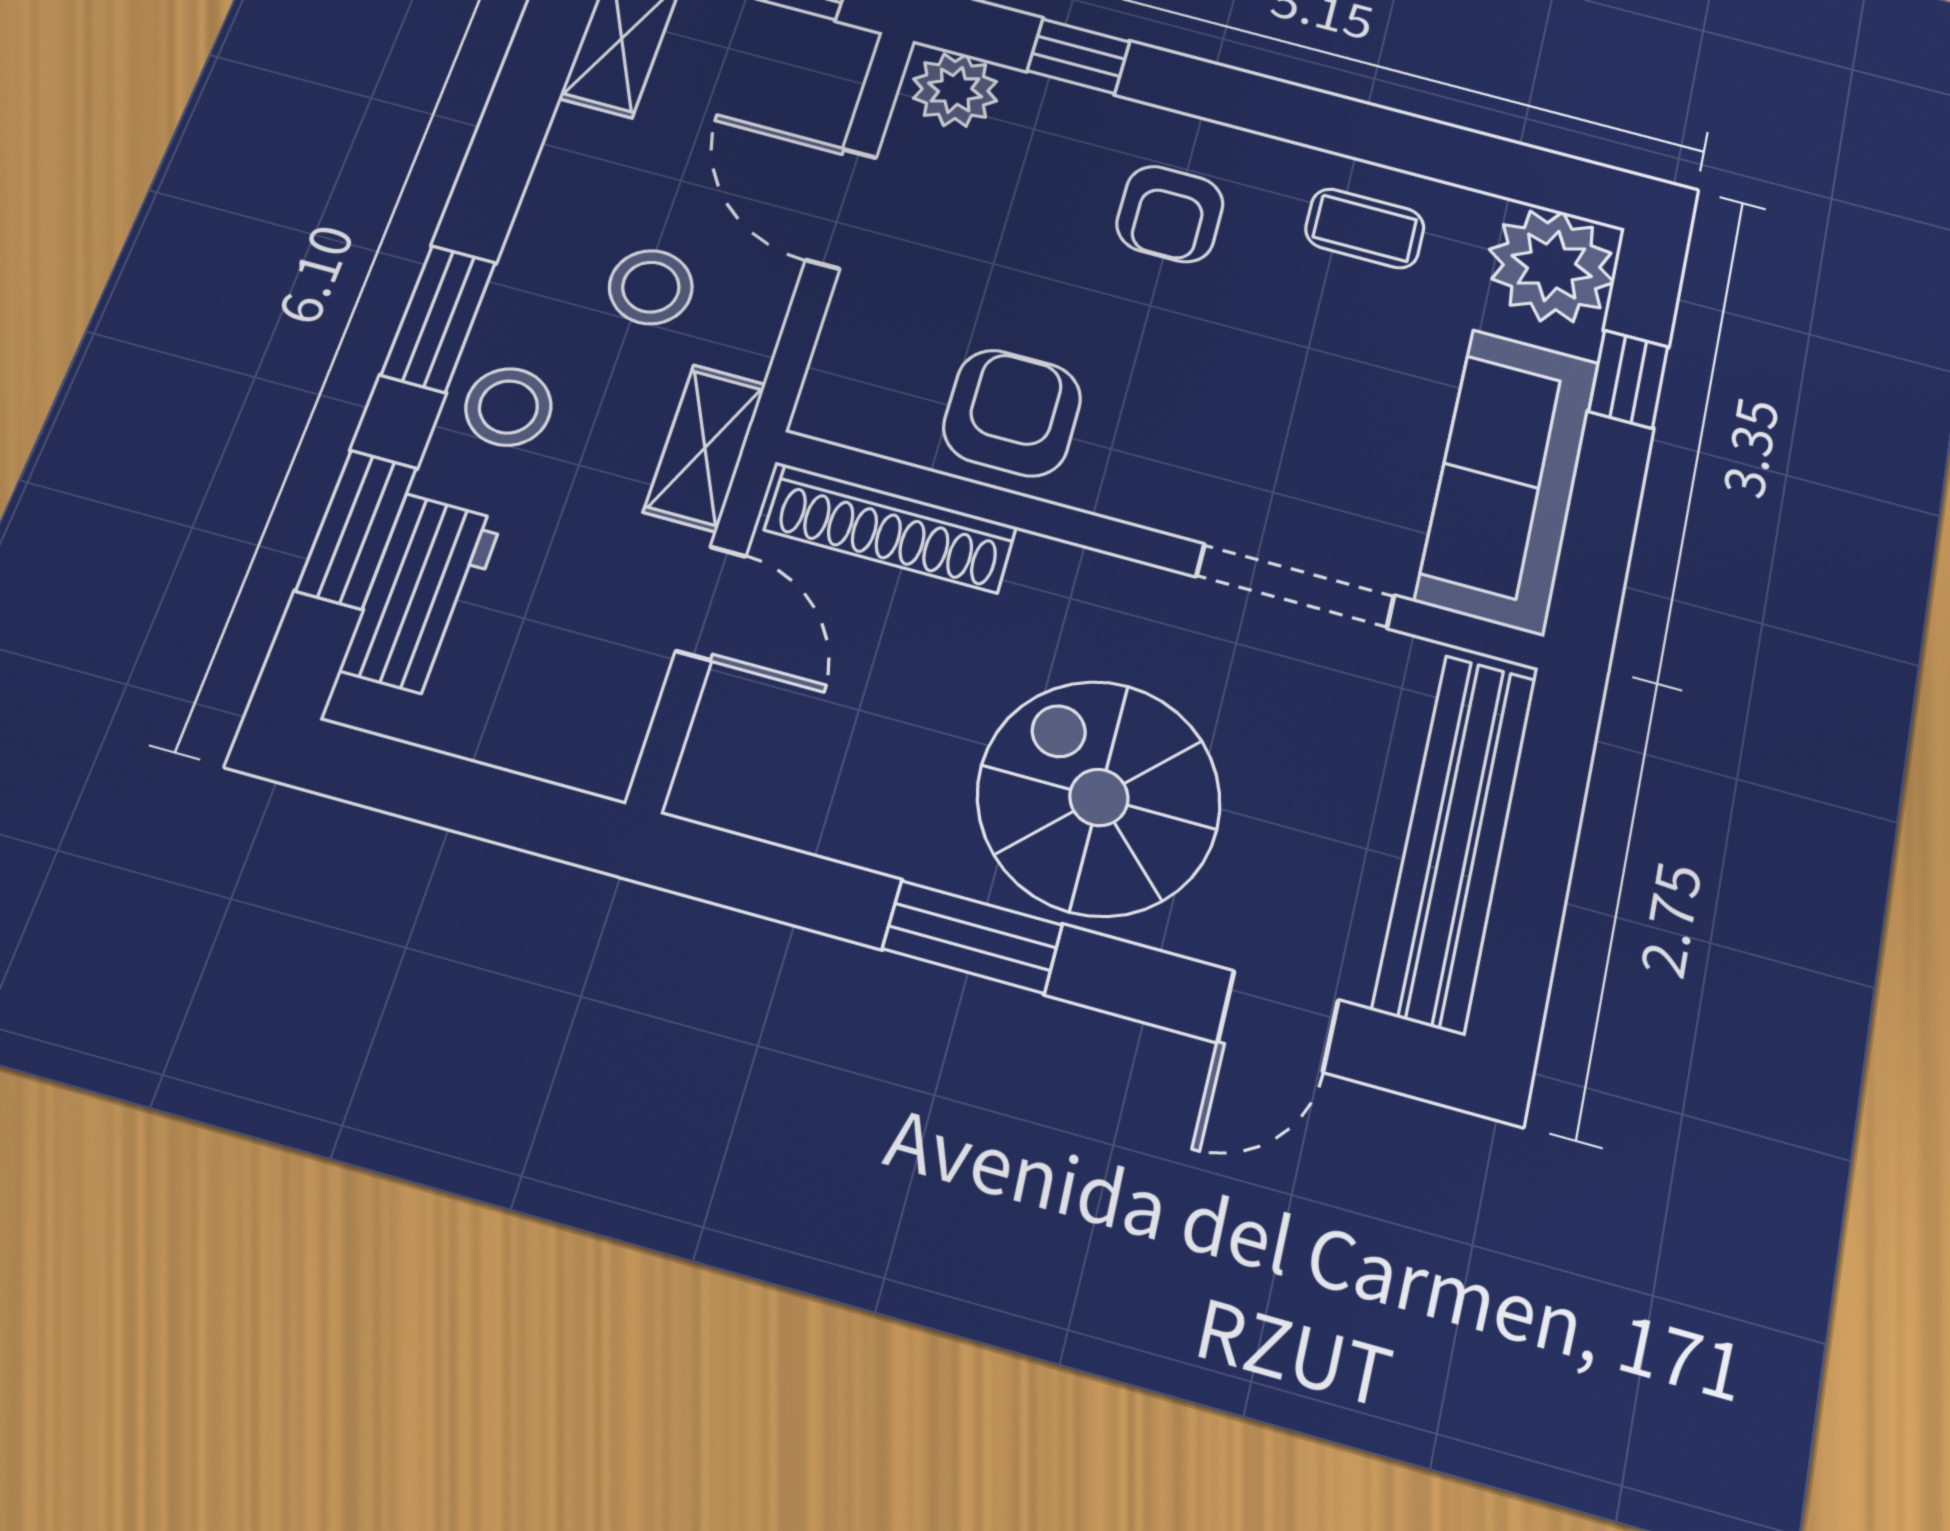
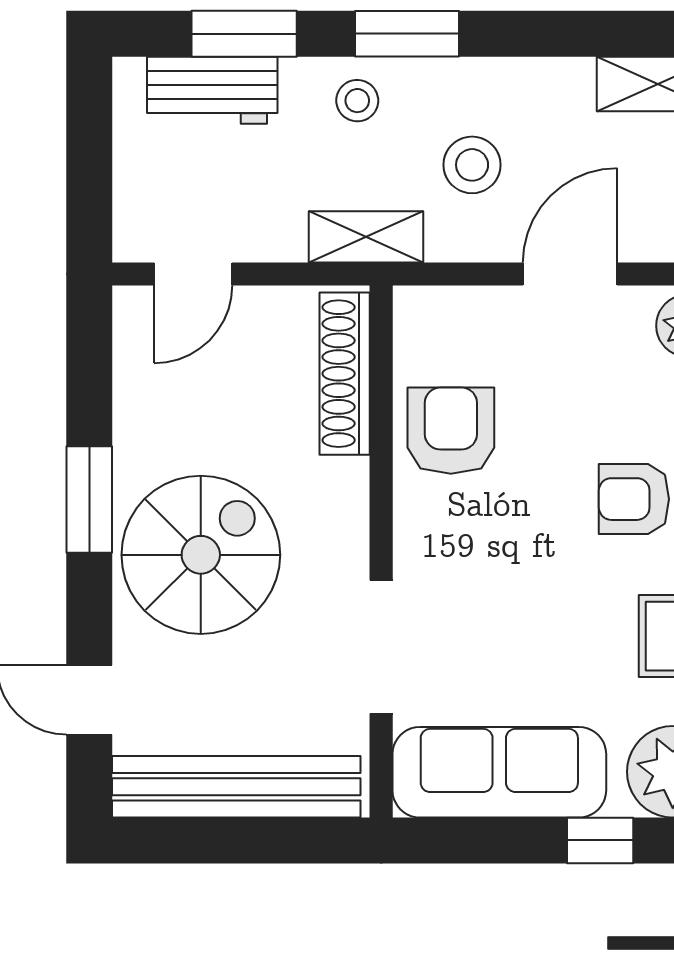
stool: (508, 407) -> (357, 101), width x0.73, depth x0.73
armchair: (1012, 413) -> (451, 431), turned -90
door: (711, 603) -> (193, 274), moved

